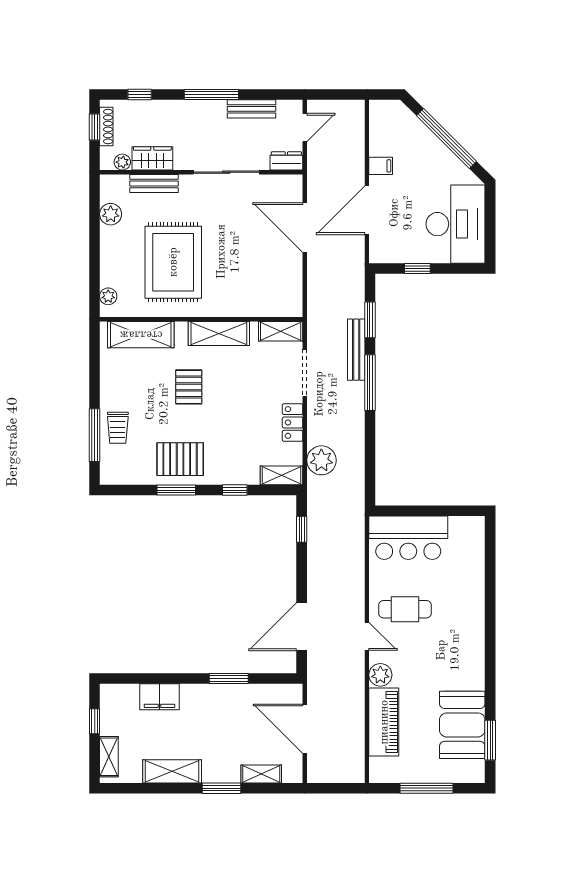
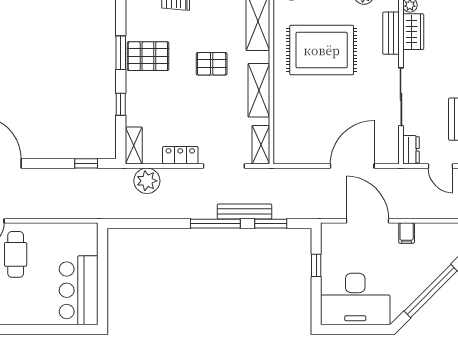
pallet: (180, 459) -> (148, 56), turned 90
bar counter: (408, 538) -> (79, 290), moved

